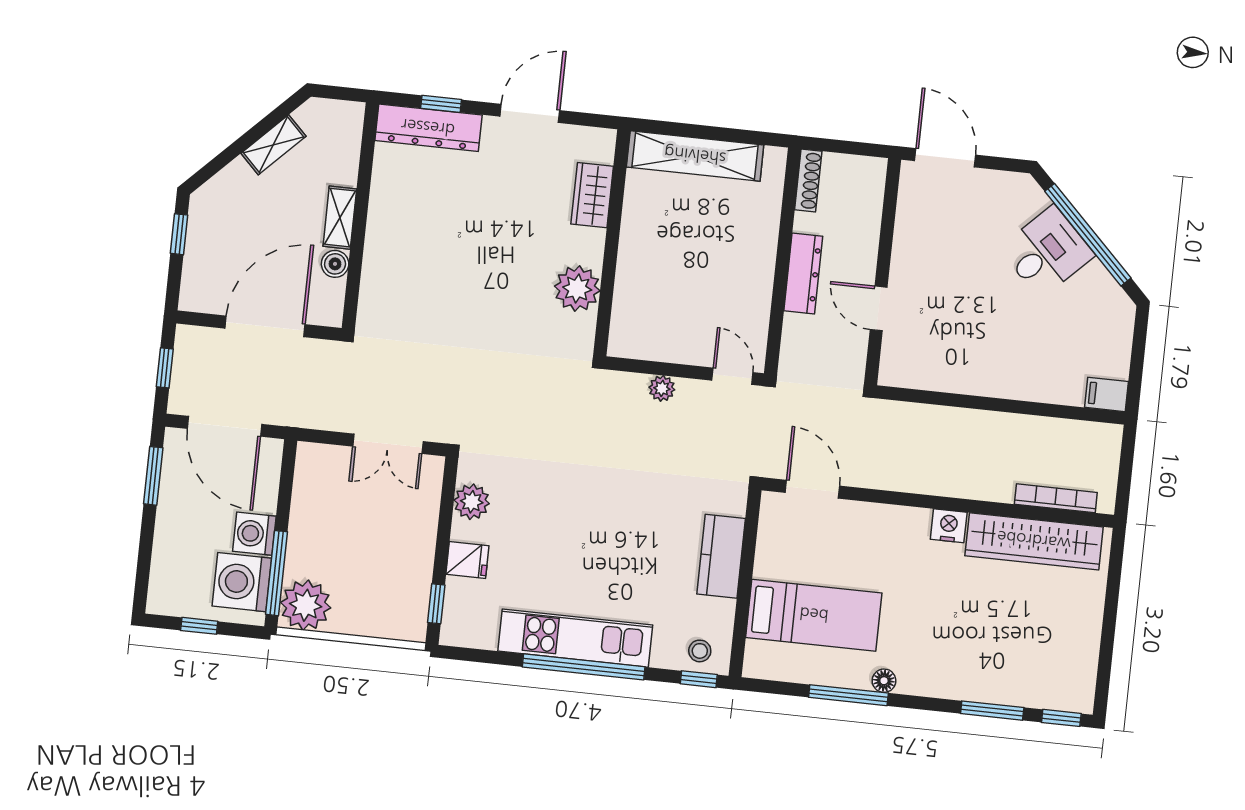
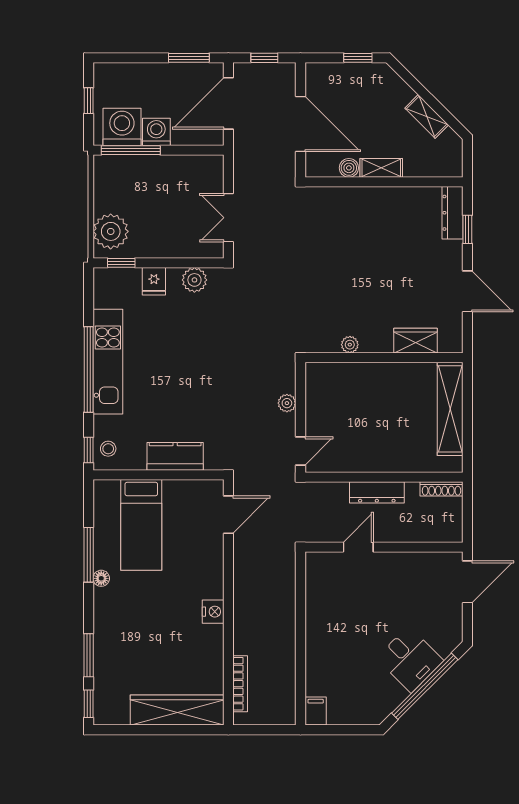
dresser: (428, 128) -> (453, 213), width x0.73, depth x0.80
plant: (577, 289) -> (350, 345), width x0.53, depth x0.53
wardrobe: (1034, 541) -> (177, 710), moved, turned 90
plant: (306, 605) -> (111, 231), moved

